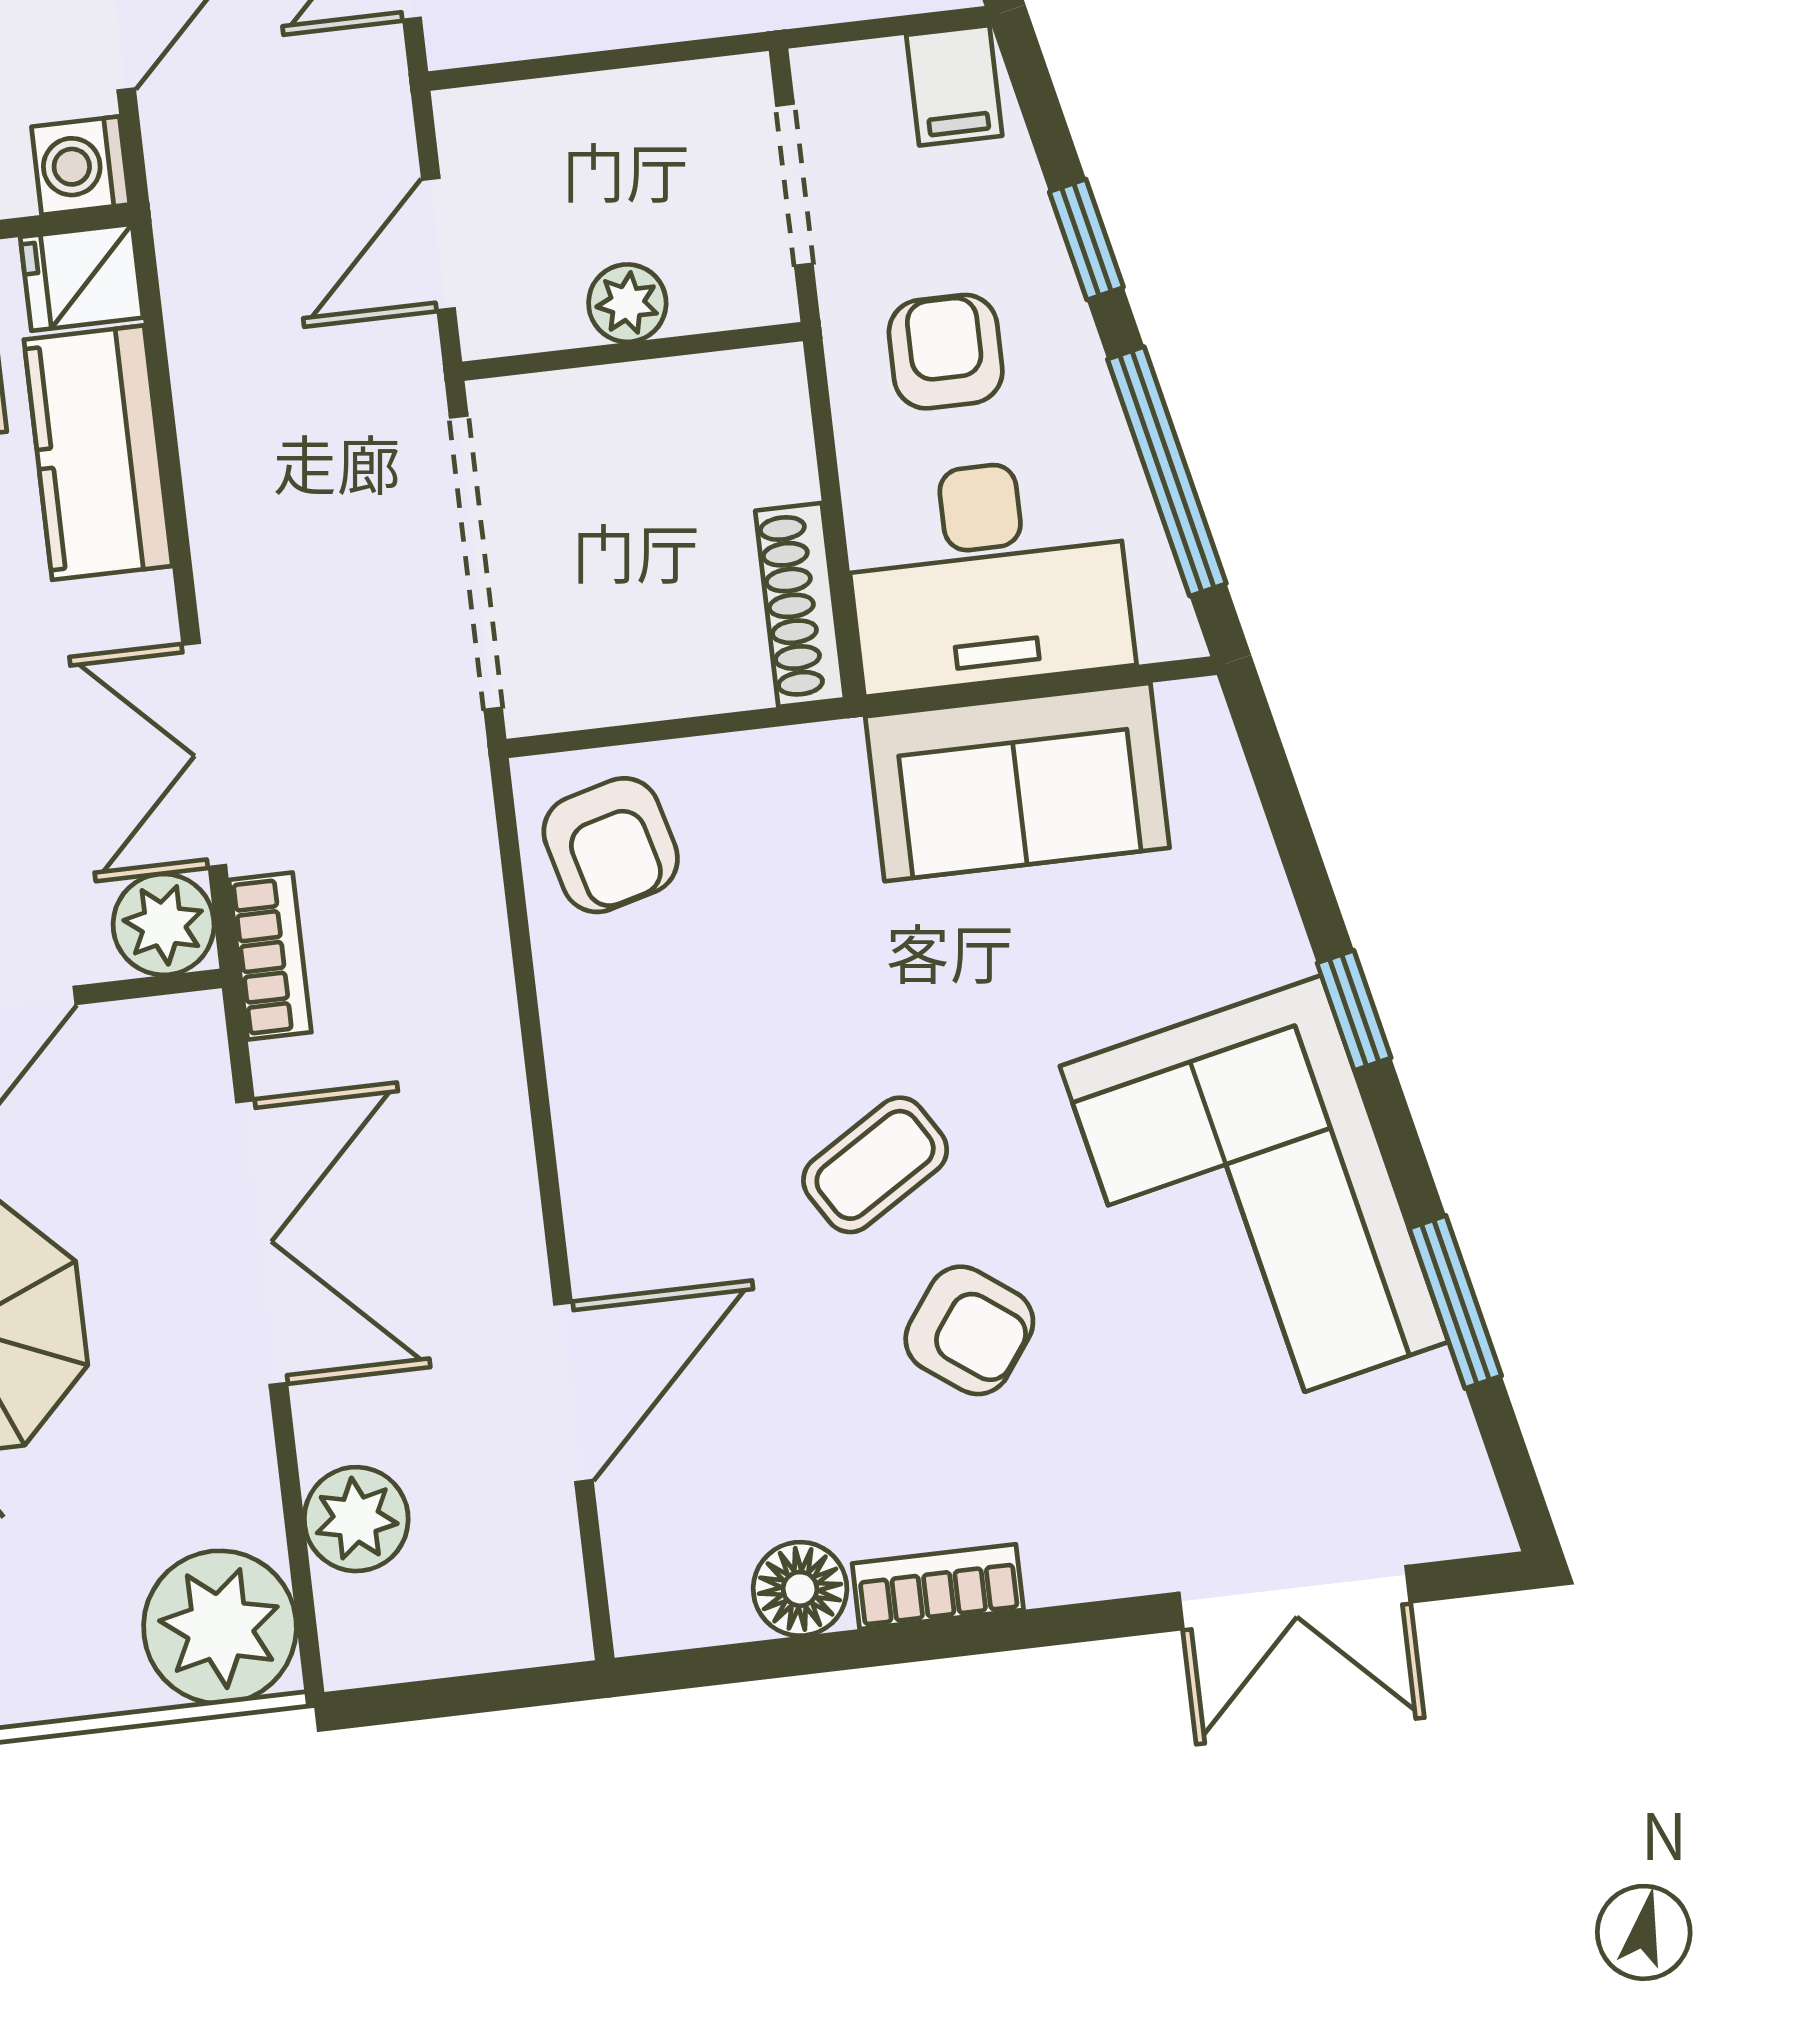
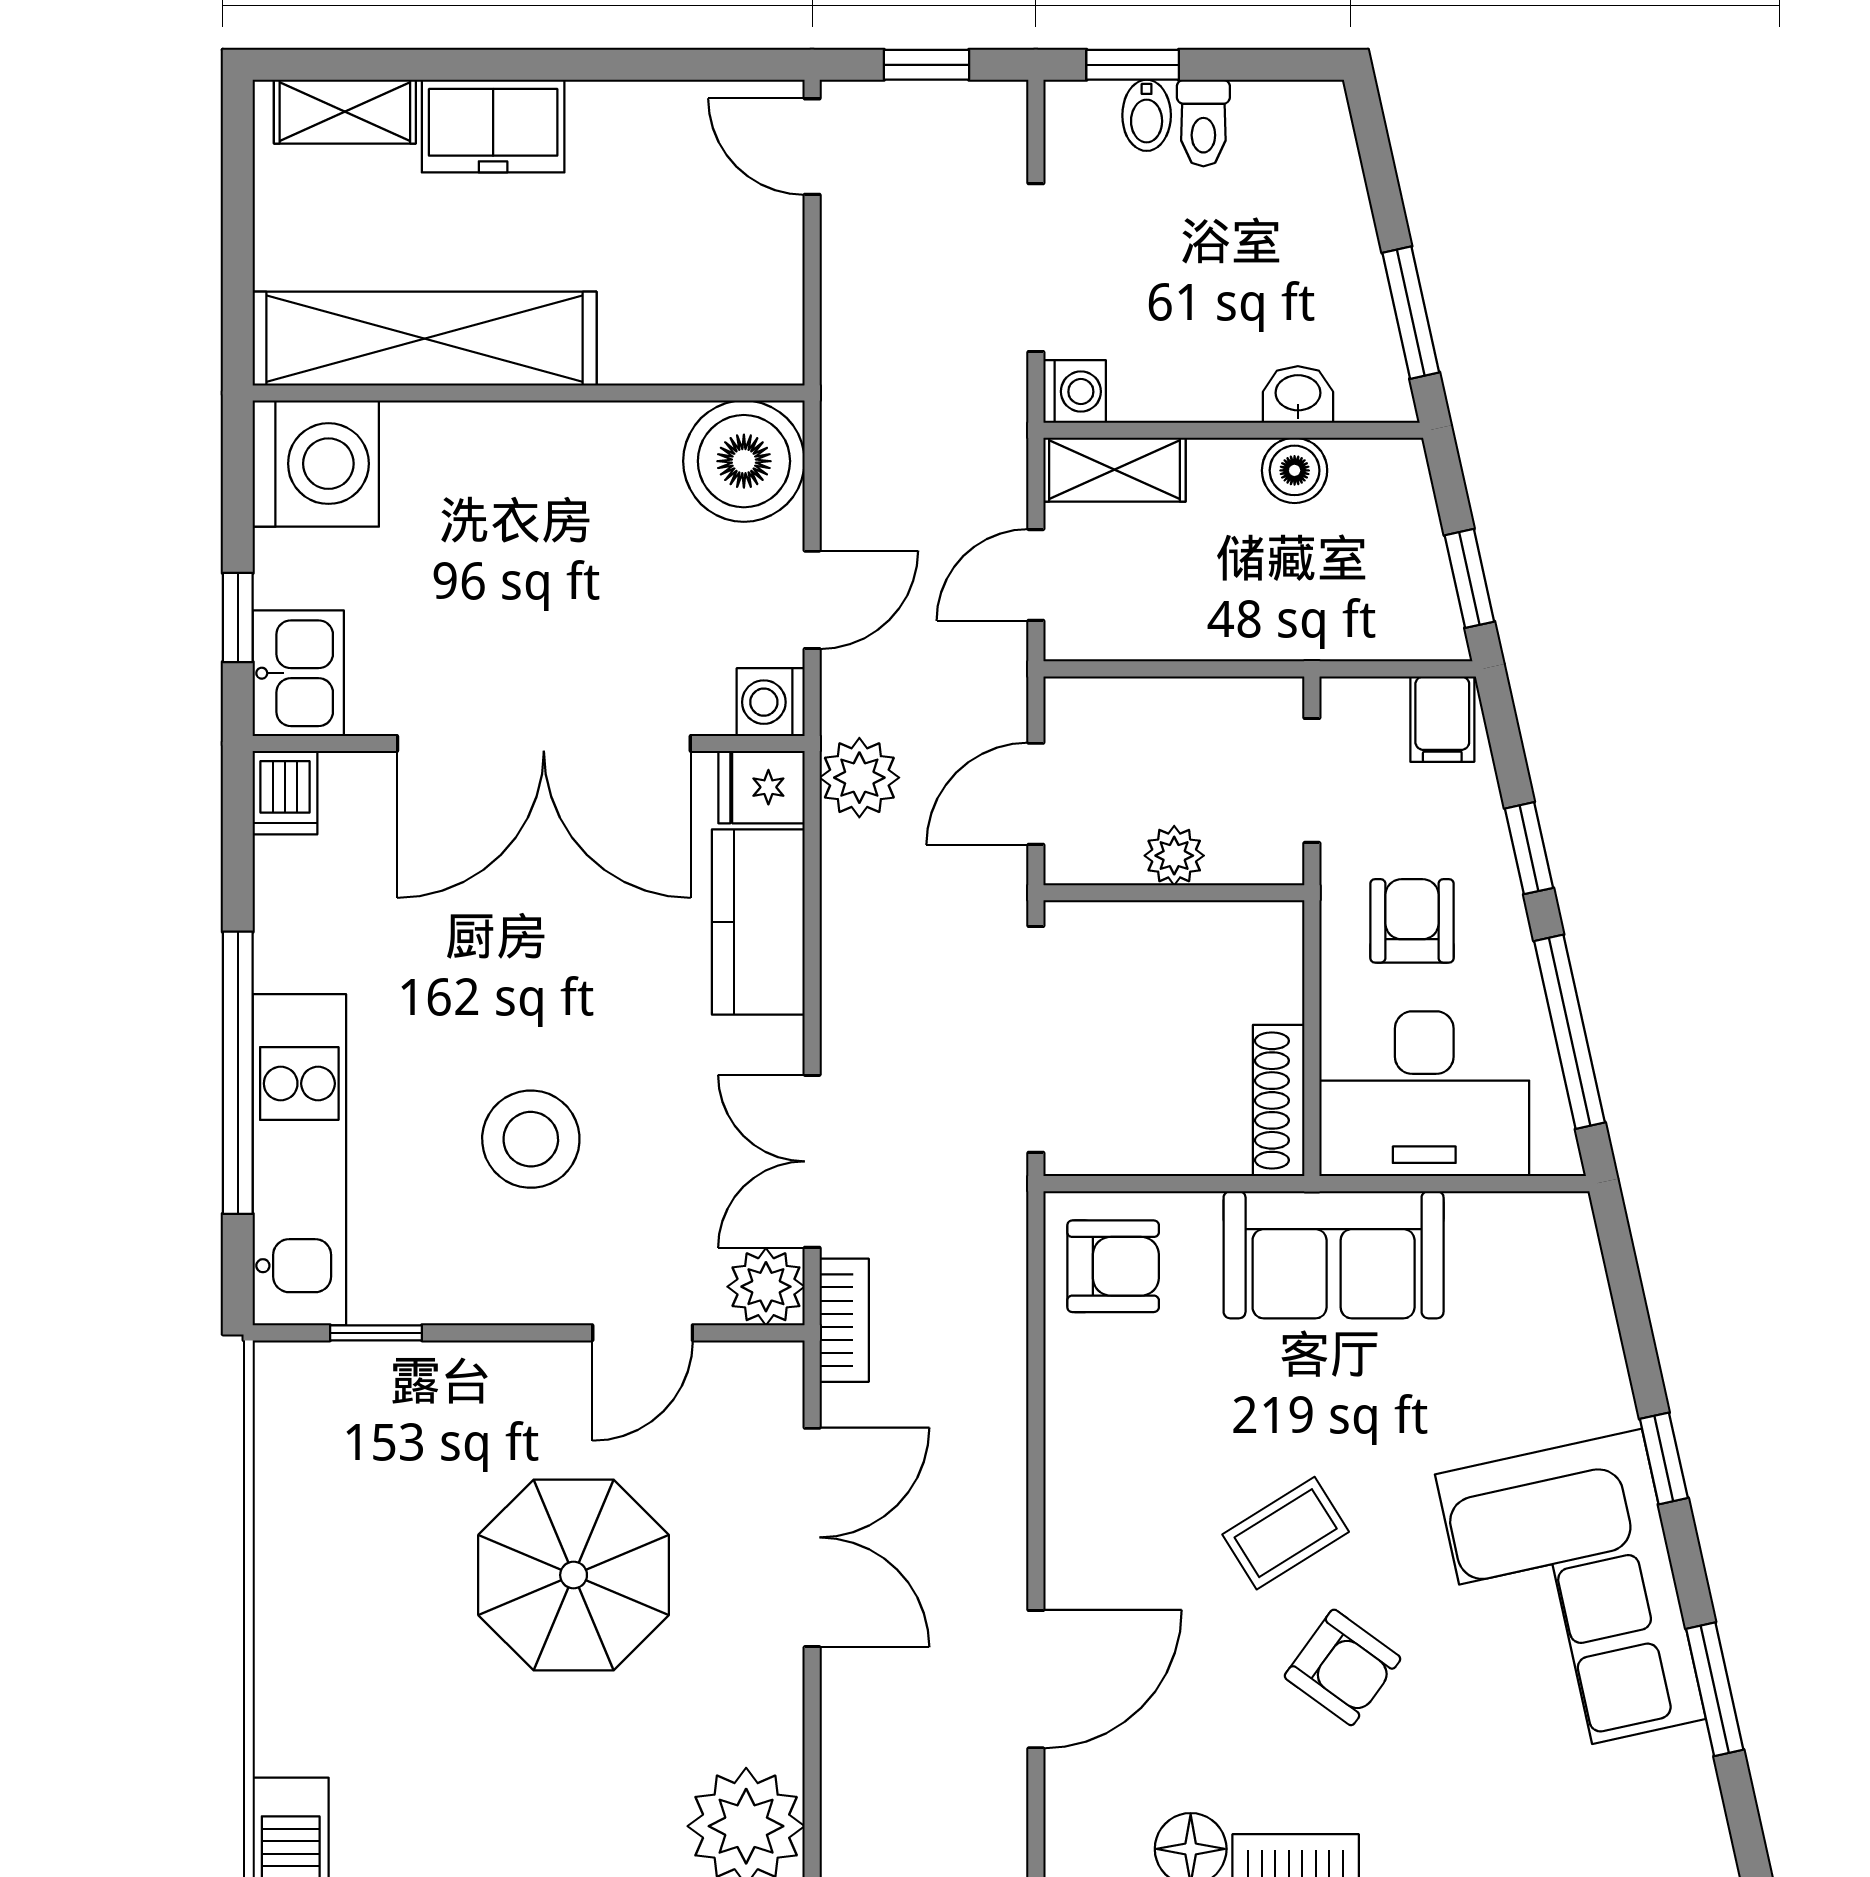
sofa: (1017, 782) -> (1334, 1255), moved
armchair: (611, 845) -> (1113, 1266), turned -75
plant: (356, 1519) -> (859, 778), moved

